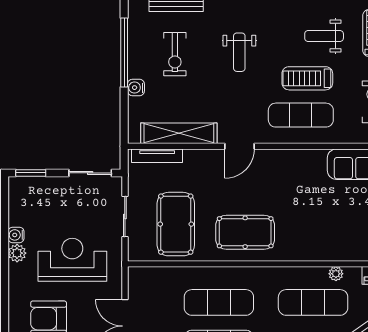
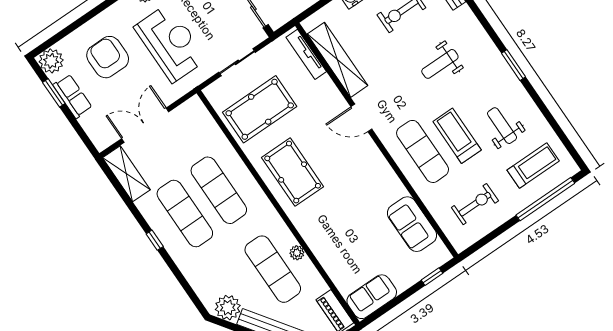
plant: (336, 274) -> (297, 253), moved

